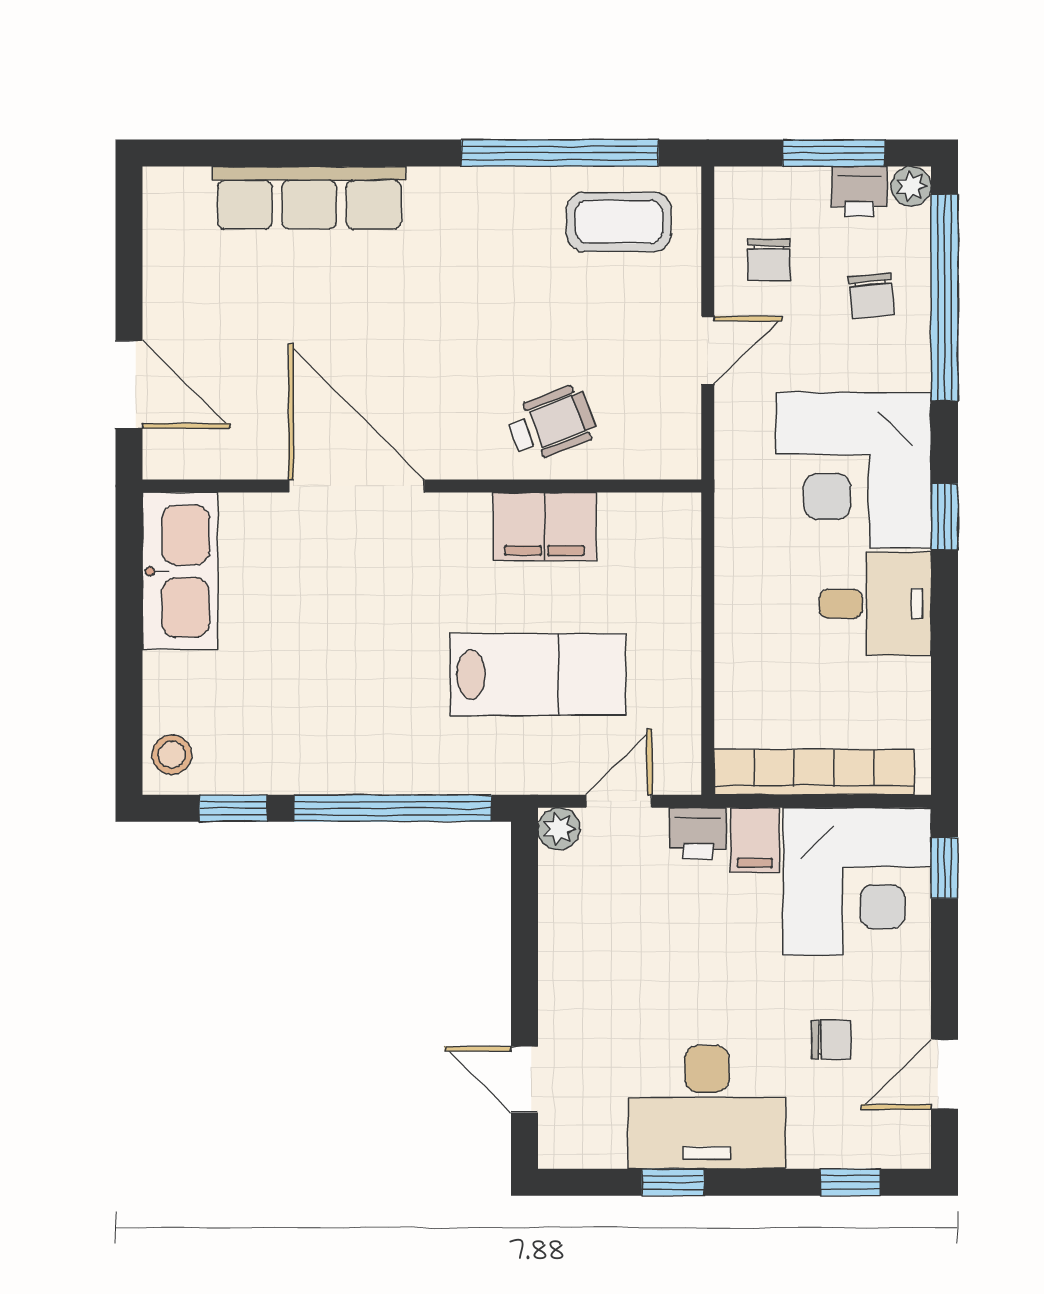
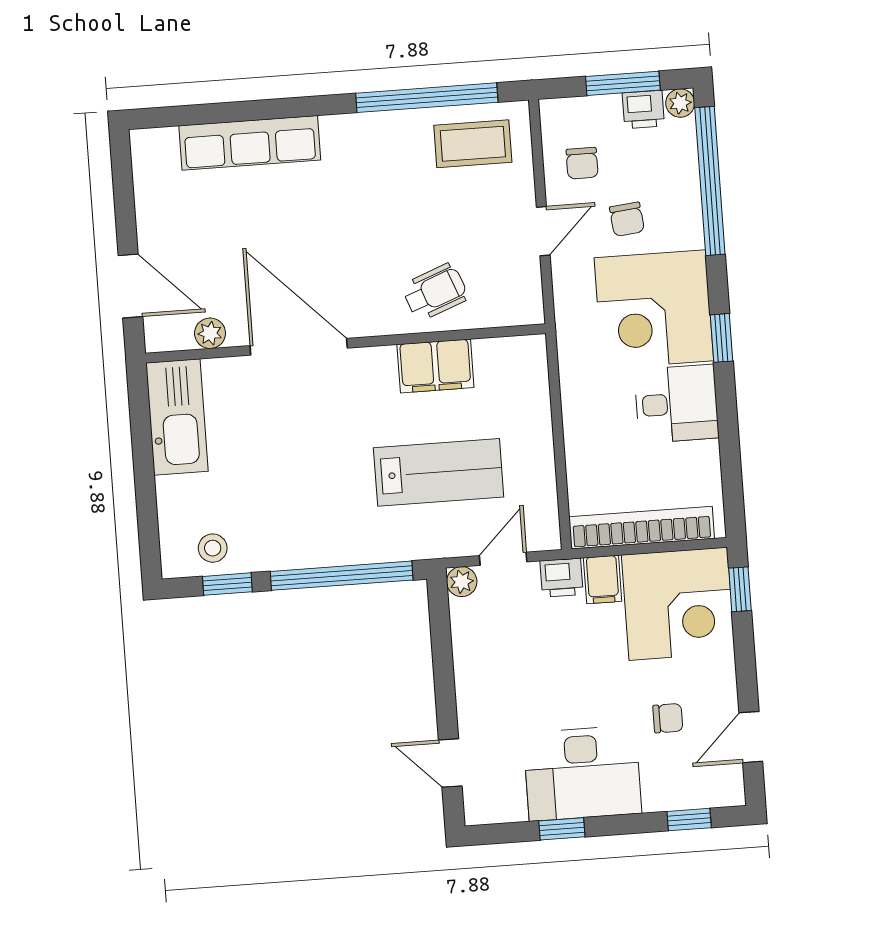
chair: (871, 296) -> (627, 219), moved
plant: (235, 458) -> (210, 333), added
stool: (172, 755) -> (213, 548), moved

